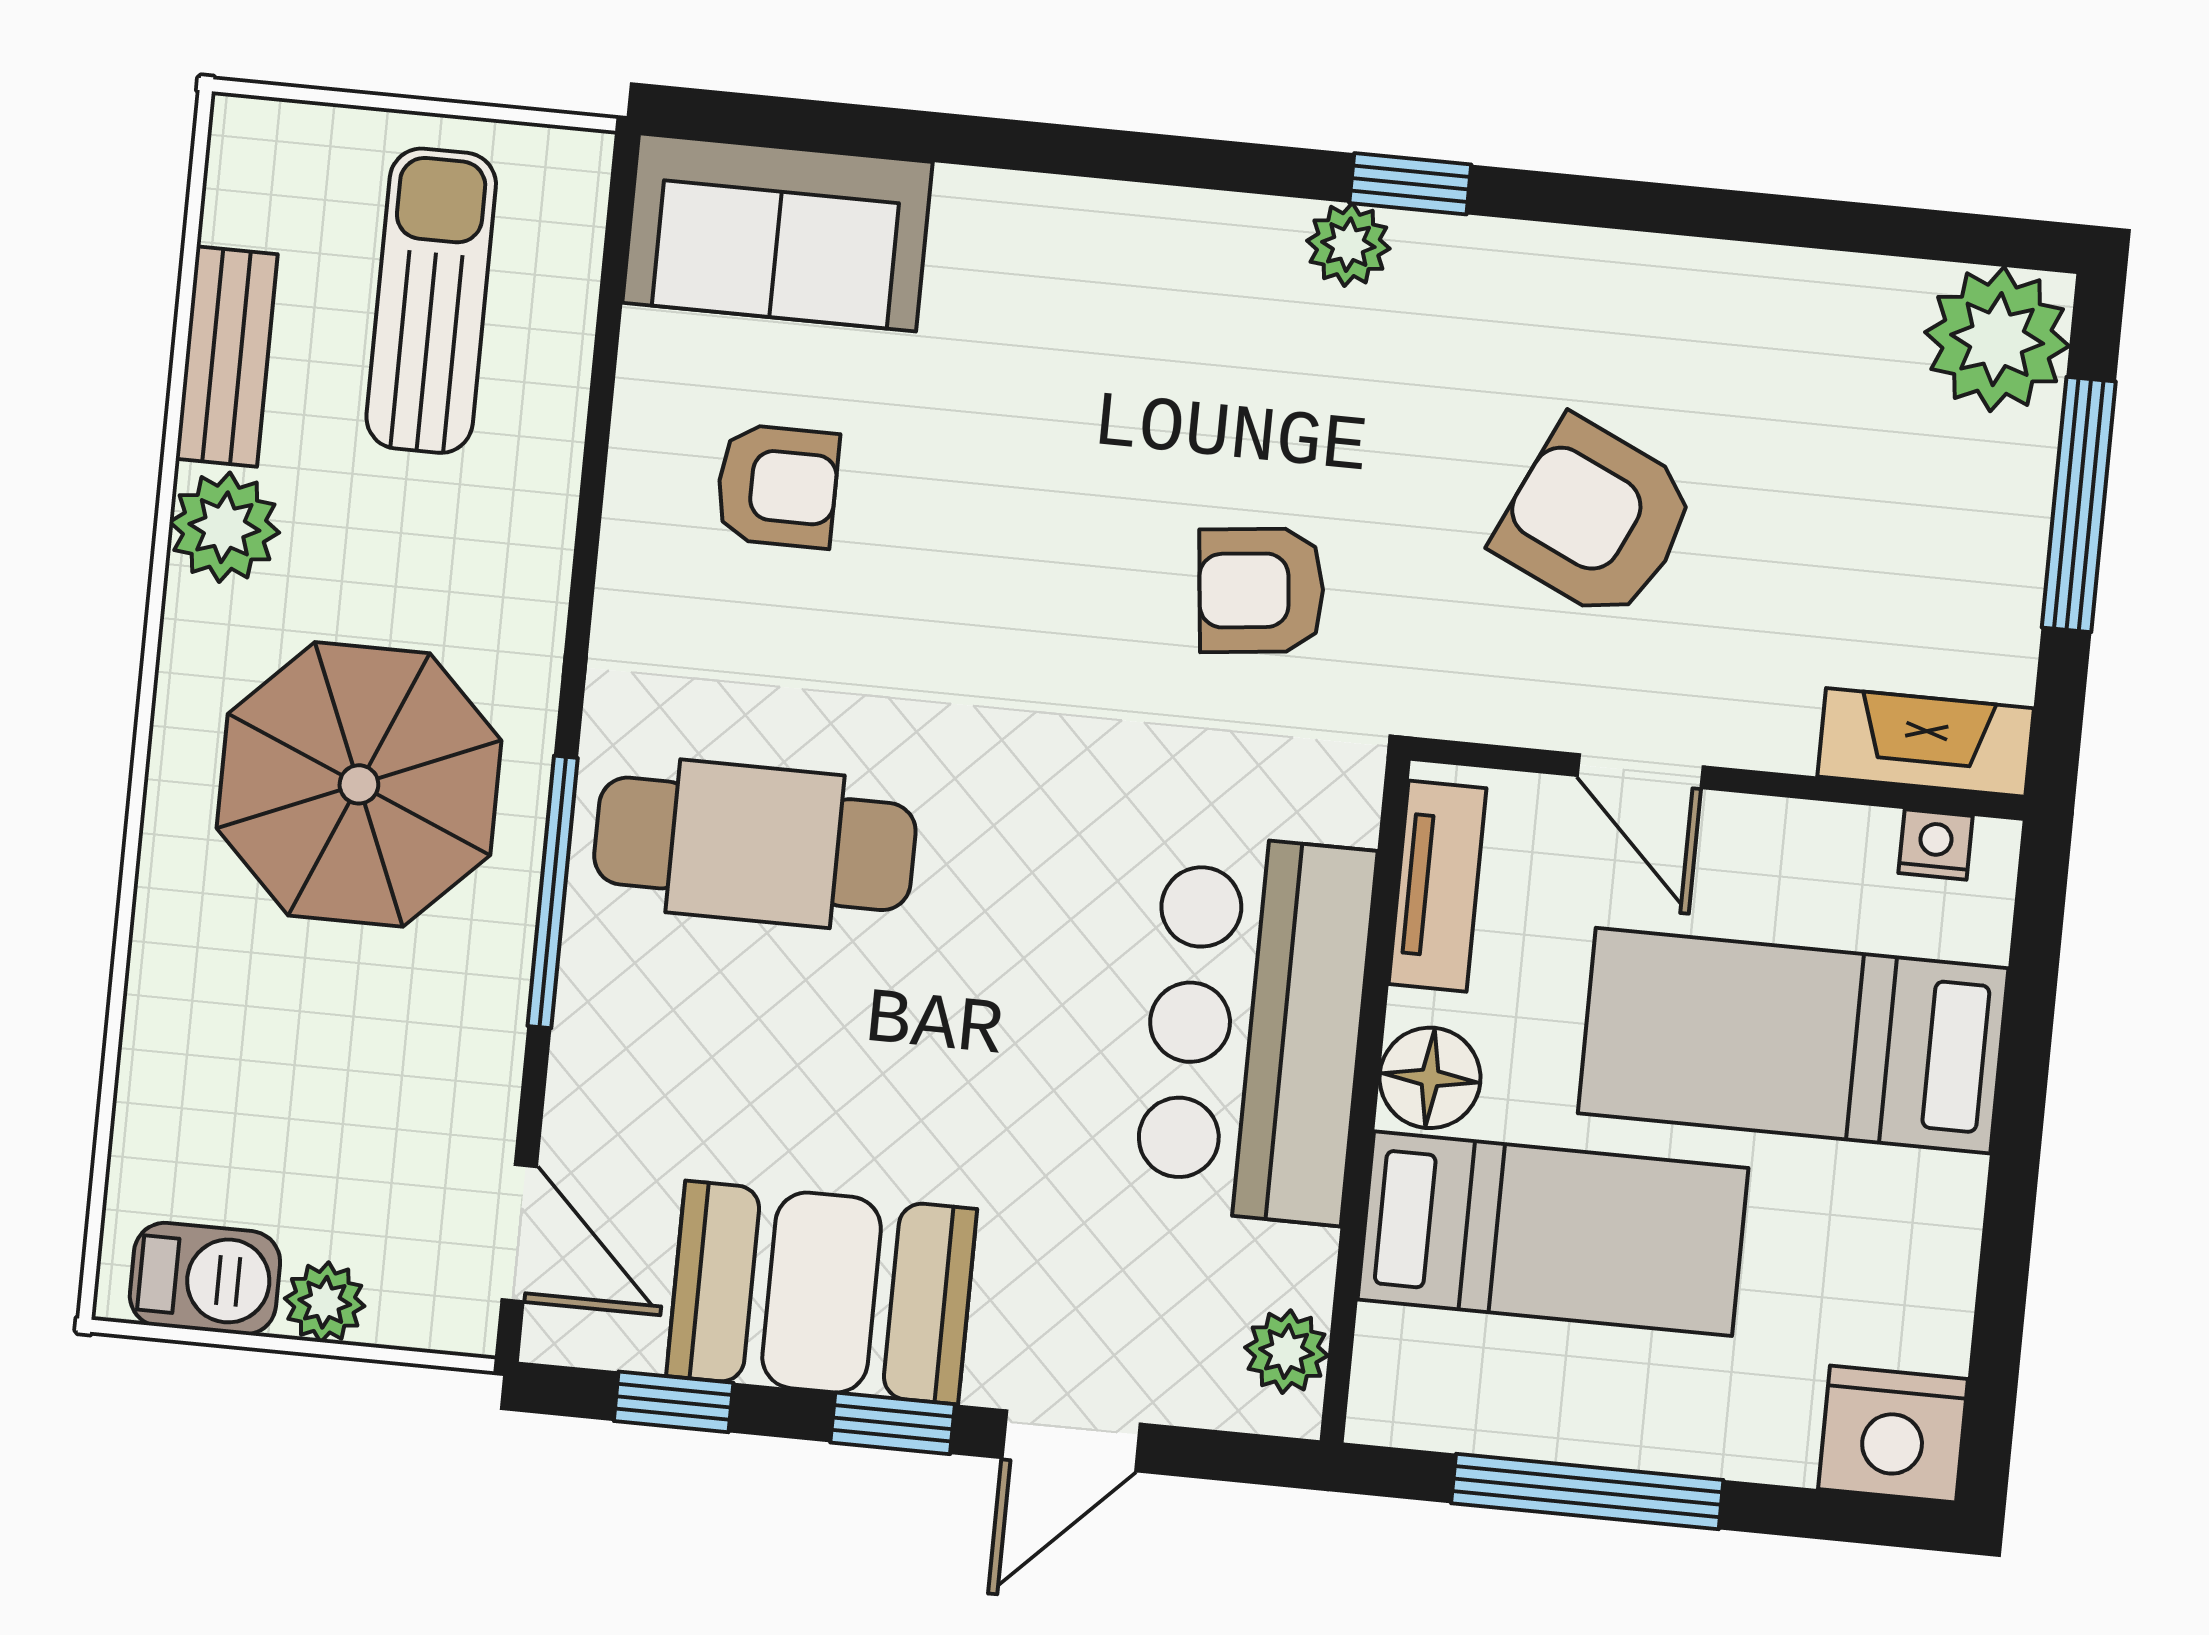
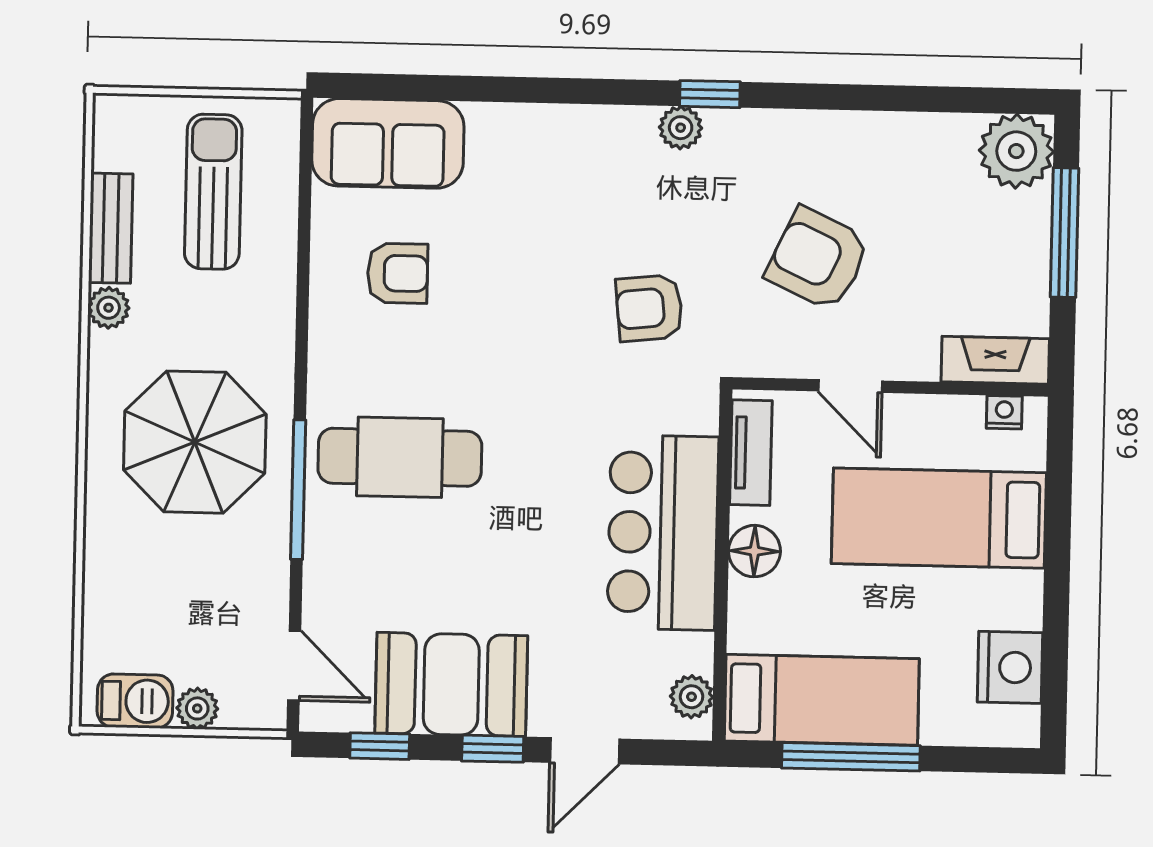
plant: (224, 527) -> (109, 308), width x0.73, depth x0.73
bed: (1553, 1234) -> (822, 700), moved
nightstand: (1893, 1434) -> (1010, 667), moved, turned -90

